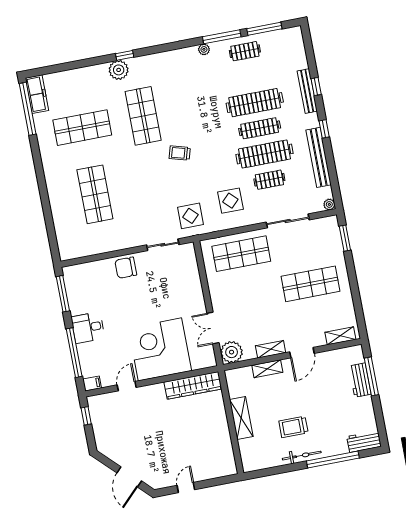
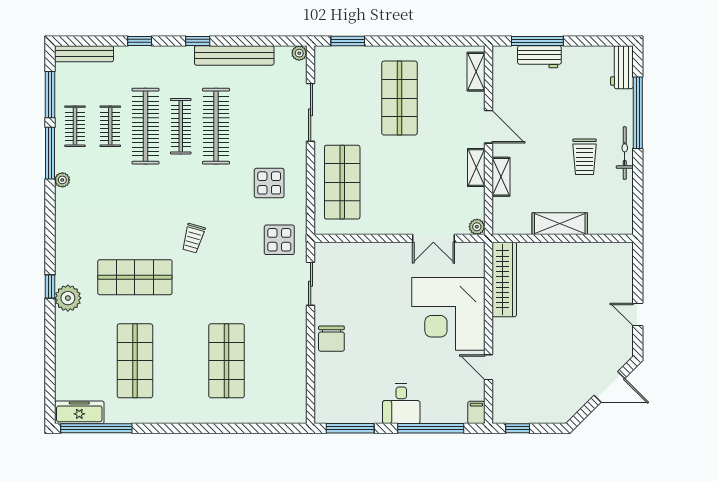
bench: (307, 91) -> (84, 54), moved
clothes rail: (269, 180) -> (110, 126), moved
shop shelf: (95, 194) -> (227, 361), turned 90
plant: (232, 352) -> (477, 227), width x0.53, depth x0.53

